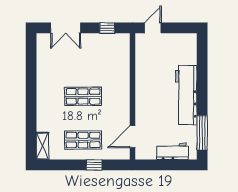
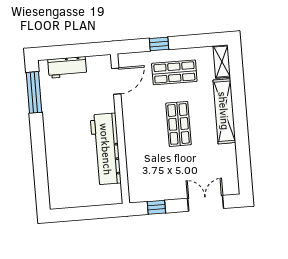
door: (153, 28) -> (102, 212), removed
workbench: (186, 95) -> (106, 149), moved, turned 180
shop shelf: (83, 96) -> (178, 124), turned 90
shelving: (44, 104) -> (224, 111), added

